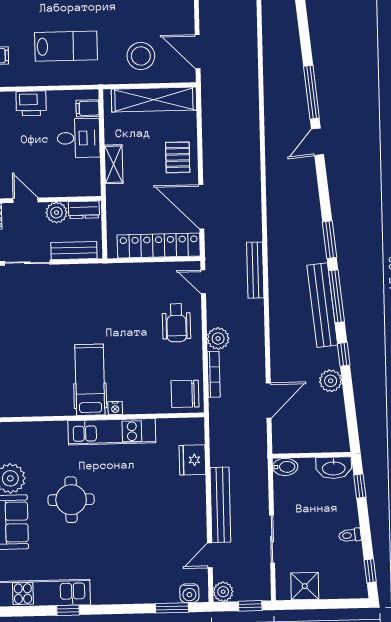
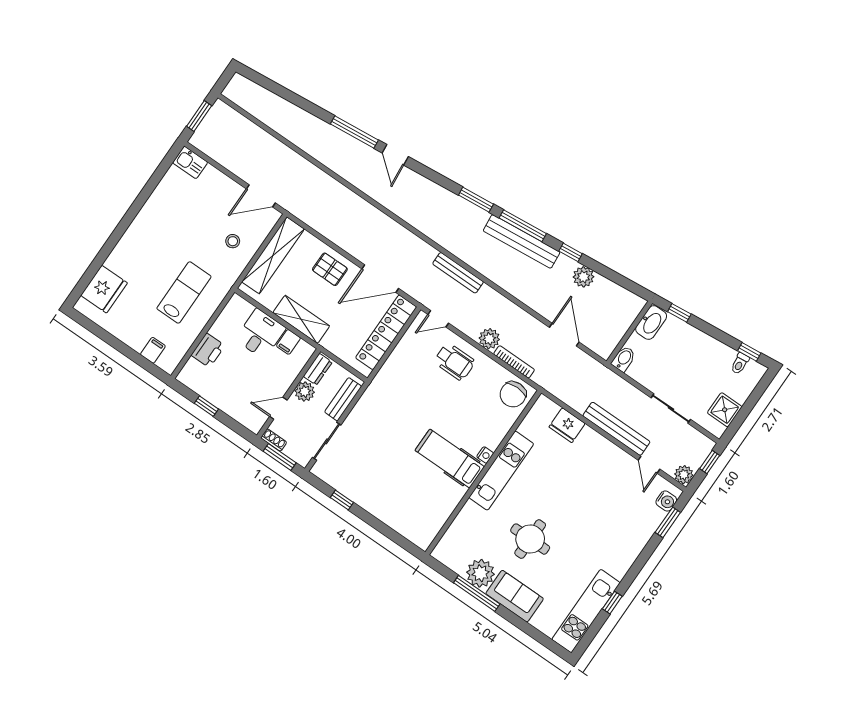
stool: (141, 56) -> (233, 241), width x0.53, depth x0.53
filing cabinet: (88, 108) -> (288, 342), moved
shelving: (114, 164) -> (301, 319), width x1.50, depth x1.33
toilet: (350, 535) -> (740, 363), moved

